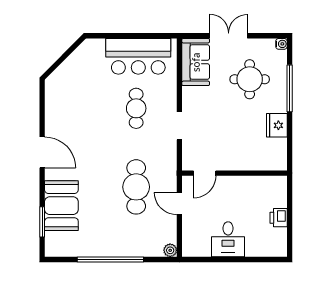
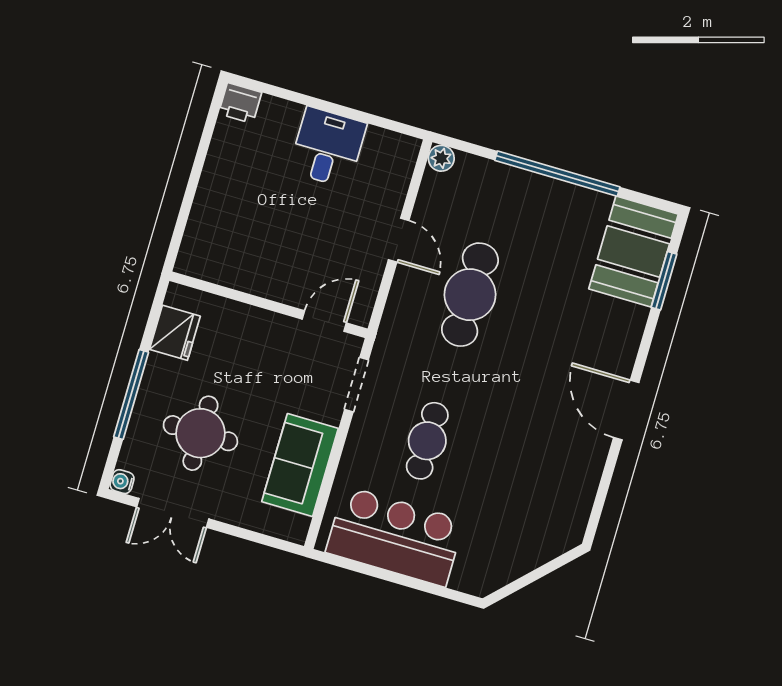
double door: (229, 36) -> (173, 513), moved
sofa: (196, 62) -> (300, 465), moved
door: (205, 173) -> (324, 321), moved
wall: (234, 173) -> (269, 305), moved
booth: (61, 206) -> (634, 252), moved
printer: (279, 218) -> (240, 103), moved, turned 90

